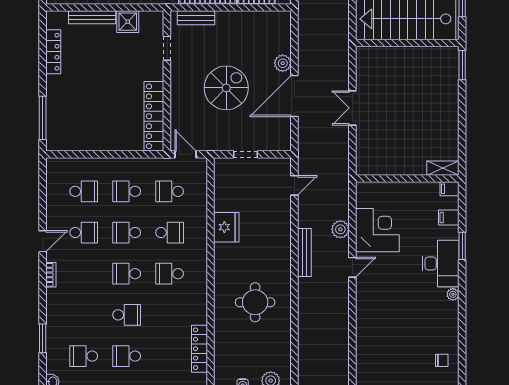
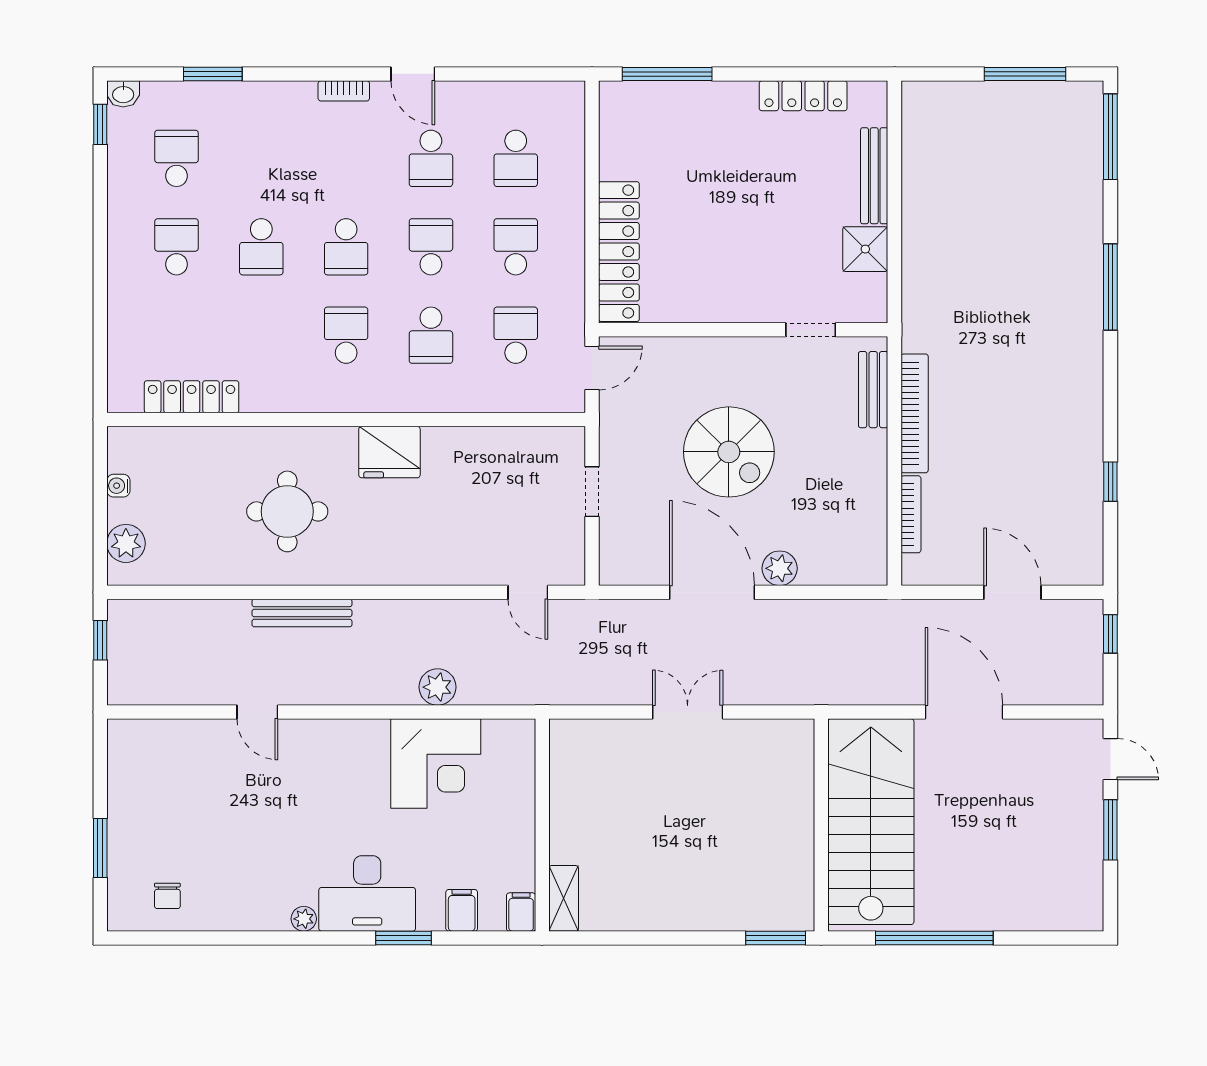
locker: (154, 116) -> (619, 252), moved, turned 90
fridge: (226, 227) -> (389, 452), moved
bench: (304, 252) -> (302, 613), moved
door: (352, 267) -> (257, 712), moved
school desk: (127, 274) -> (346, 247), turned 180

